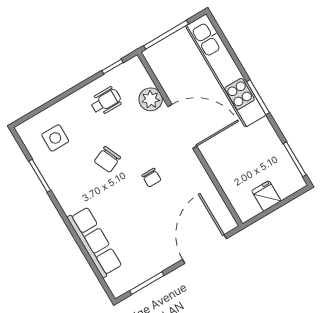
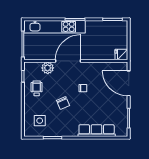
fridge: (266, 196) -> (121, 54), moved

